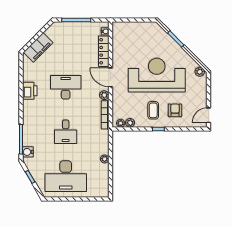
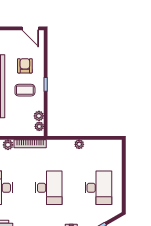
armchair: (175, 110) -> (25, 66), turned 90
desk: (66, 132) -> (49, 188), width x1.37
desk: (66, 176) -> (98, 188), width x0.73, depth x0.77

